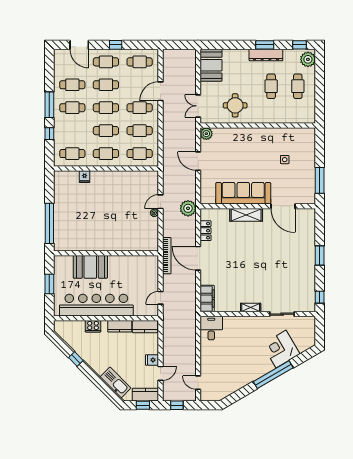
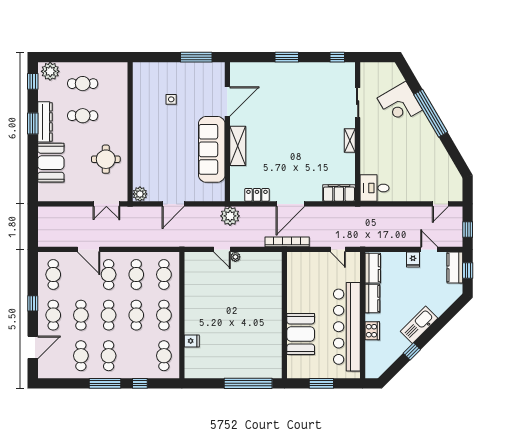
booth: (211, 65) -> (51, 163), moved, turned 90
kitchen sink: (115, 382) -> (419, 325), moved

